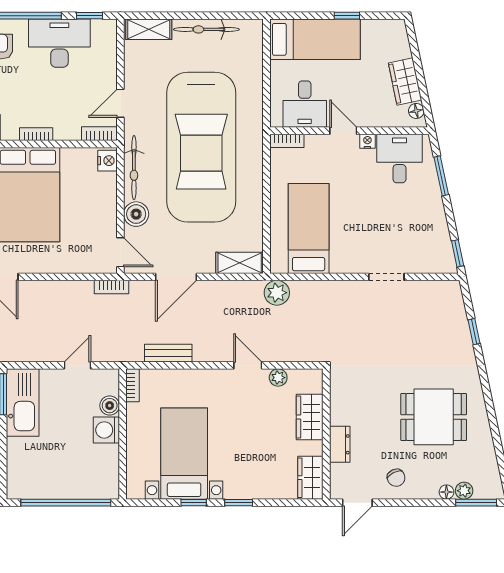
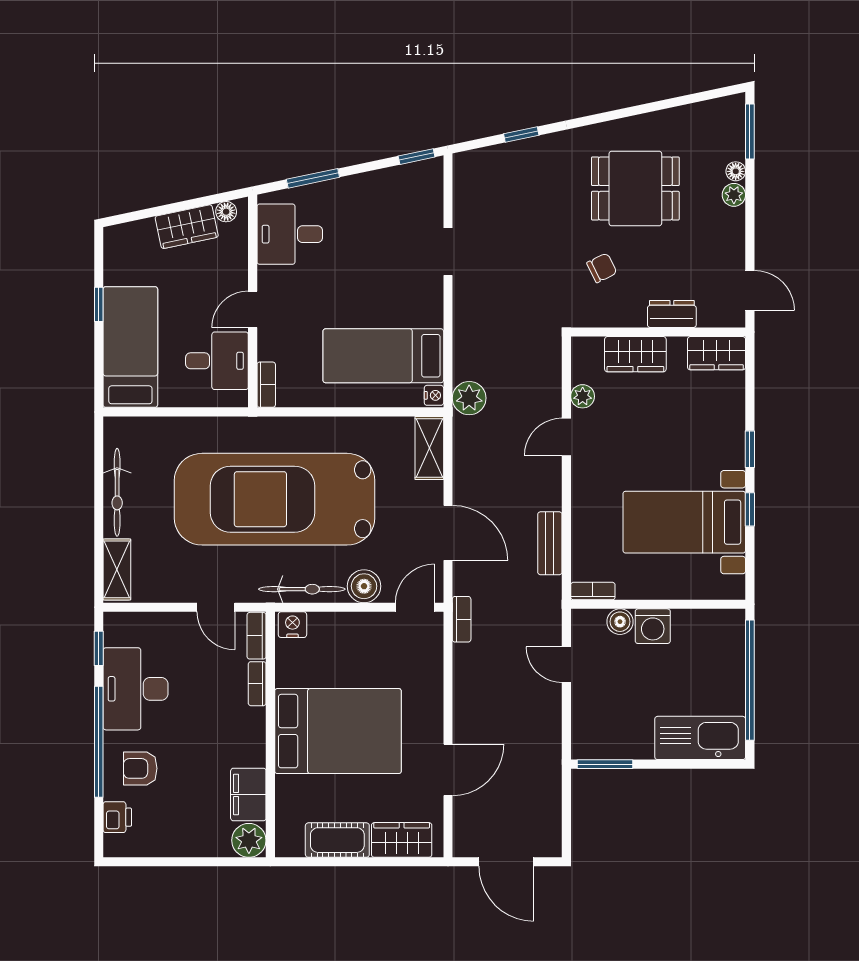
bookcase: (36, 134) -> (257, 684), moved
nightstand: (367, 141) -> (434, 395), moved, turned 180
car: (201, 147) -> (274, 499), turned 180
kitchen sink: (23, 403) -> (700, 738), moved
dining table: (434, 417) -> (635, 188), turned 90
chair: (396, 478) -> (602, 268), moved
plant: (464, 491) -> (734, 195), moved

